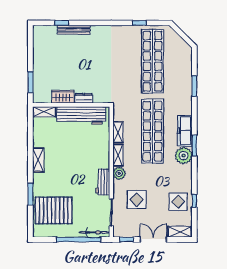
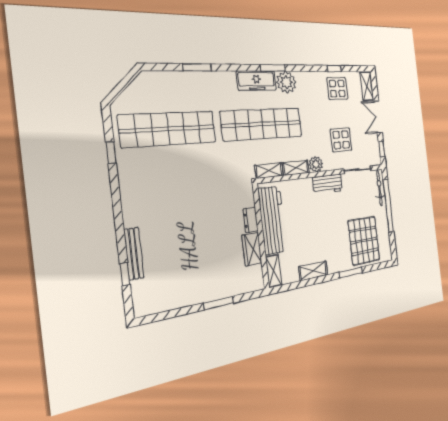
wardrobe: (63, 97) -> (252, 249), moved
dresser: (84, 98) -> (251, 220), moved
wall: (71, 105) -> (261, 236), moved
shelving: (44, 112) -> (274, 271), moved
workbench: (81, 115) -> (272, 220), moved

